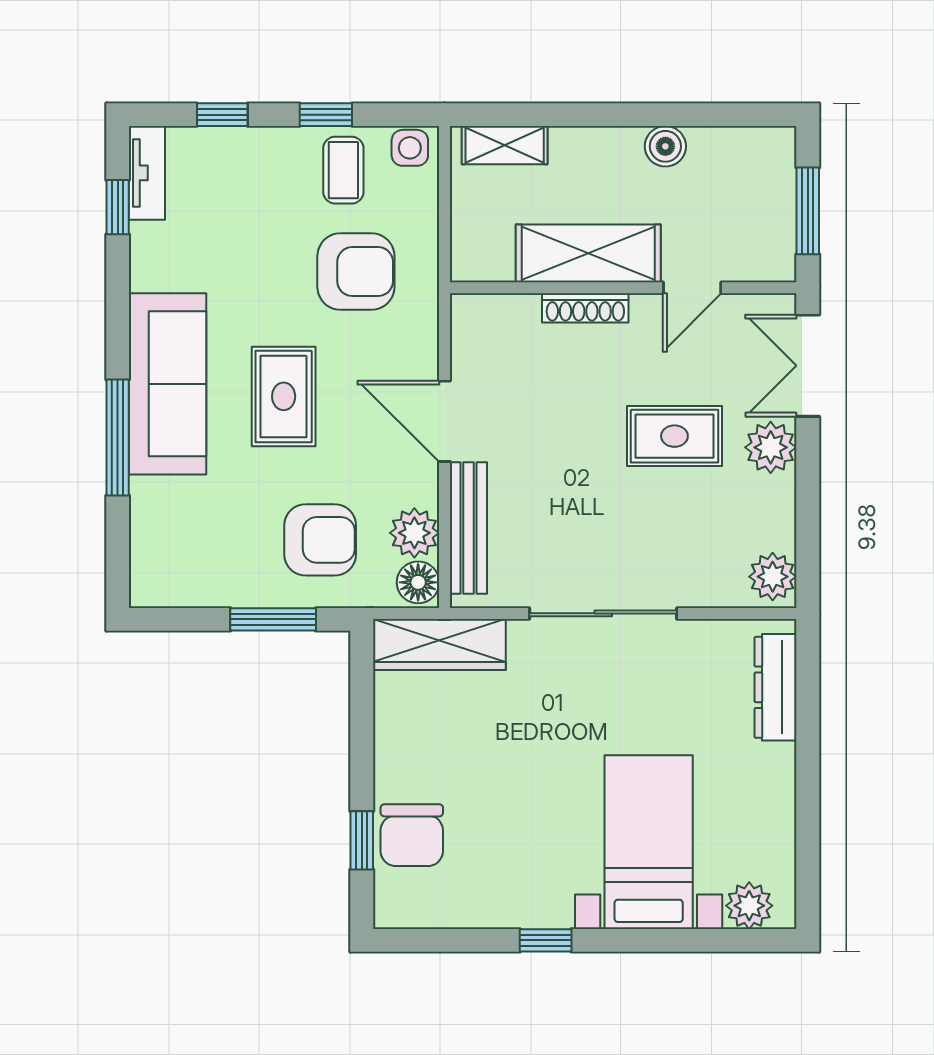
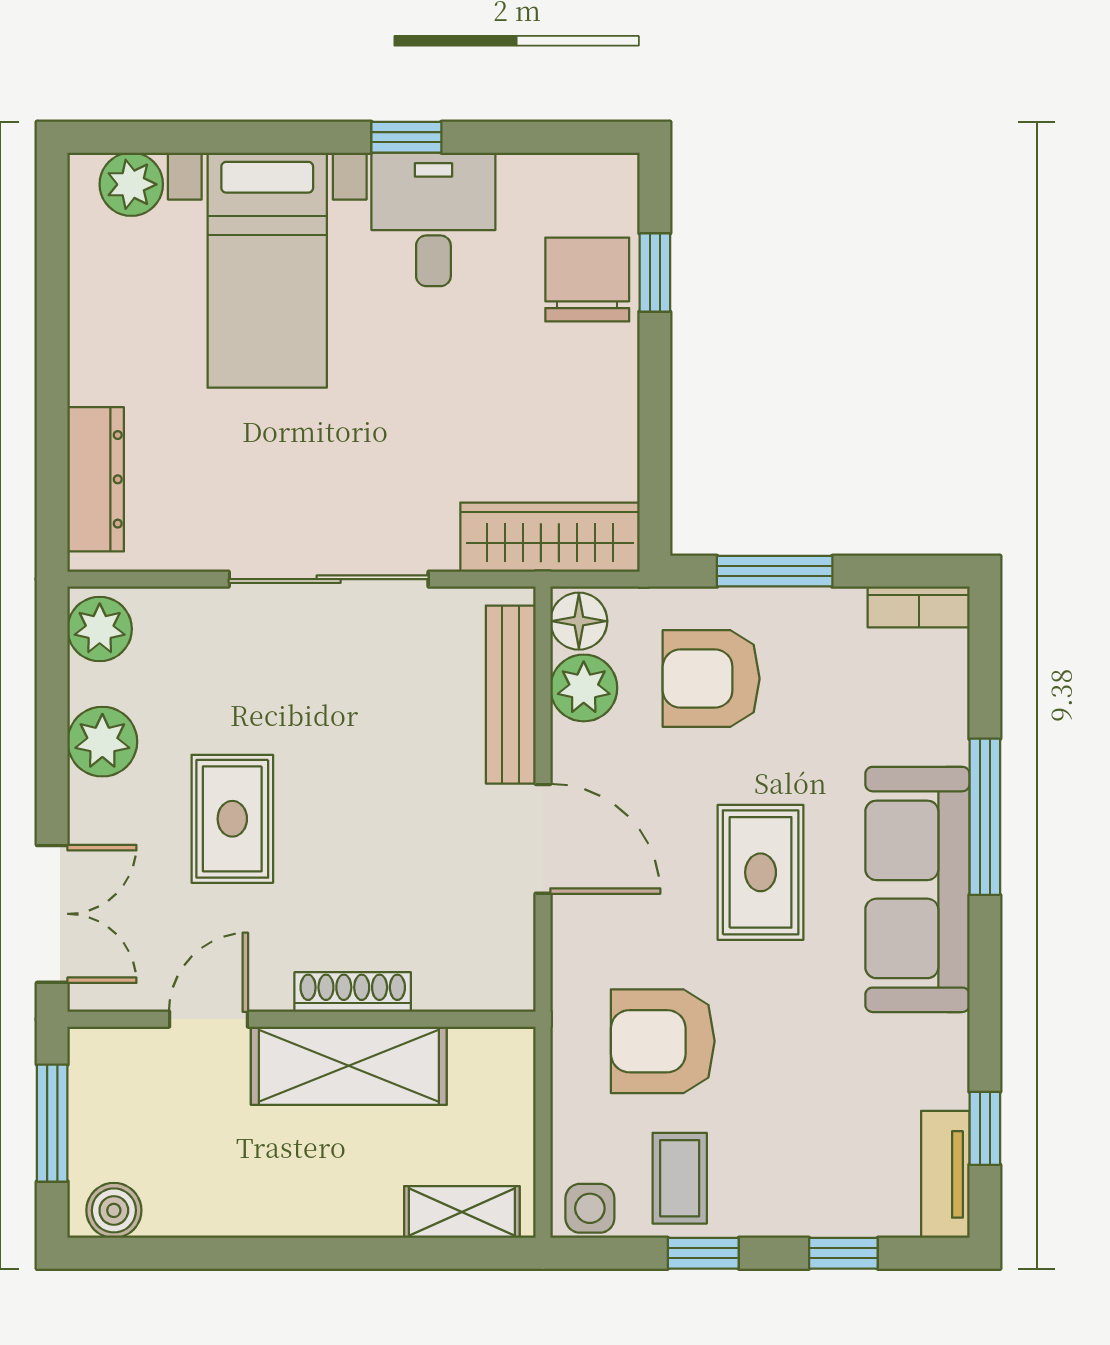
boiler: (665, 146) -> (114, 1210), moved
rug: (674, 436) -> (232, 819), turned 90
plant: (771, 447) -> (102, 742), moved
bookcase: (167, 593) -> (919, 607), added
desk: (526, 880) -> (433, 219), added

